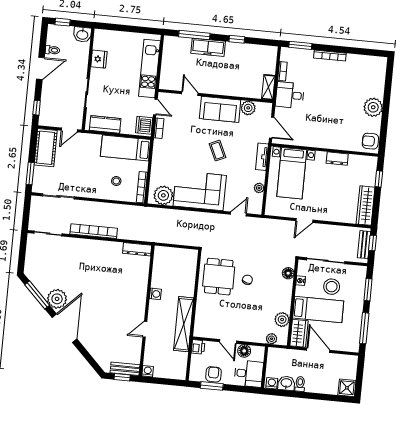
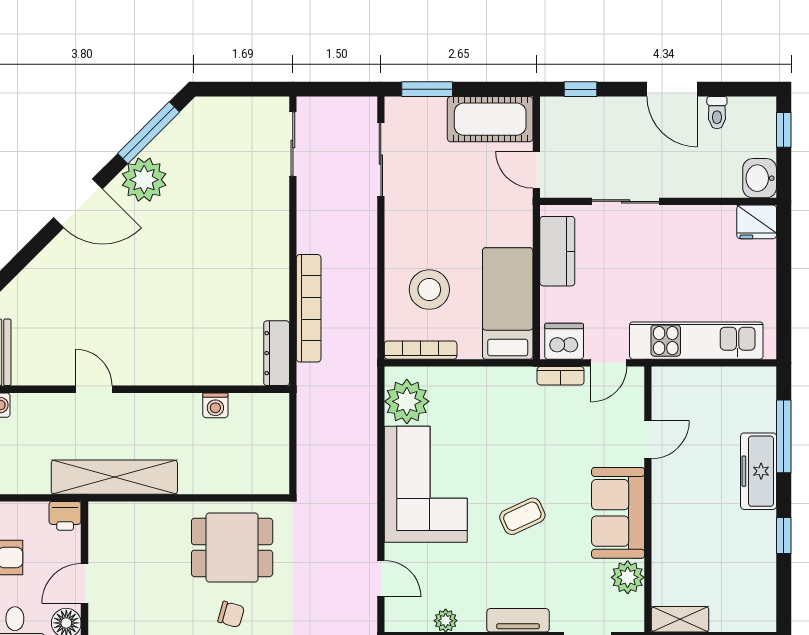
fridge: (99, 59) -> (757, 222), moved
stool: (116, 181) -> (429, 290), width x1.89, depth x1.89
bookcase: (94, 231) -> (309, 308), moved
washing machine: (155, 294) -> (215, 405), moved
door: (64, 328) -> (78, 203), width x0.73

